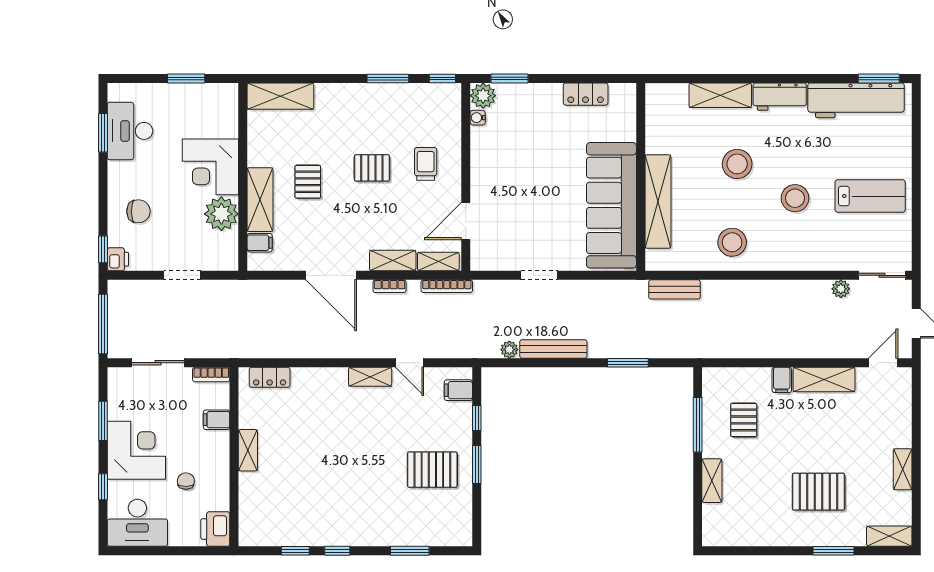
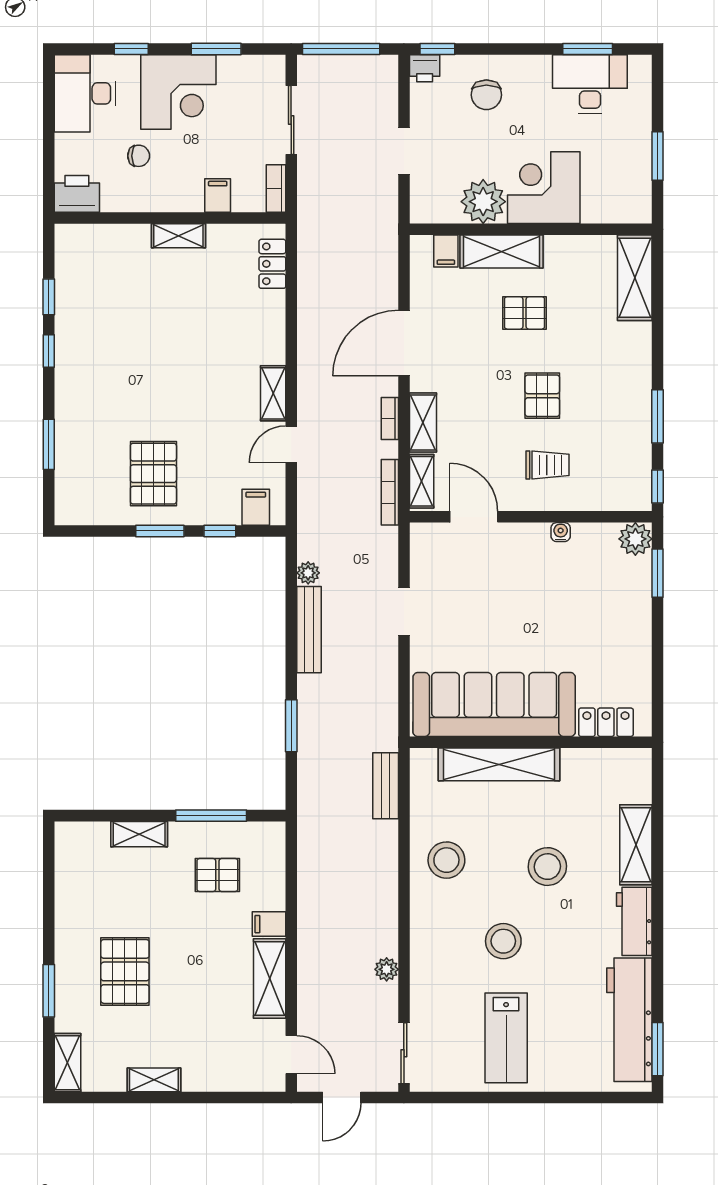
locker: (586, 94) -> (606, 722), moved, turned 90
water cooler: (478, 118) -> (561, 532), moved
plant: (841, 289) -> (387, 969), moved

